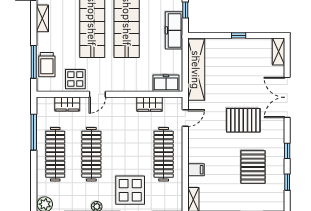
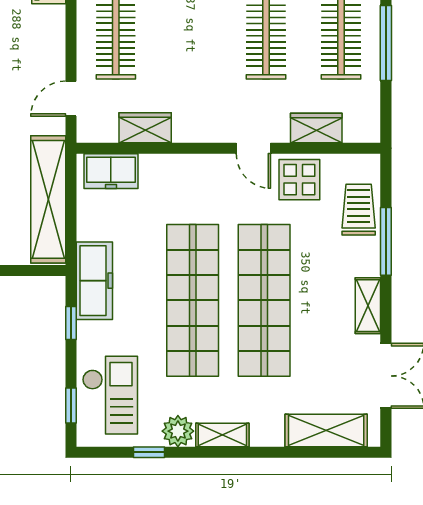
window: (34, 62) -> (386, 241), moved
door: (97, 94) -> (253, 148), swing flipped
window: (34, 132) -> (386, 43), moved

